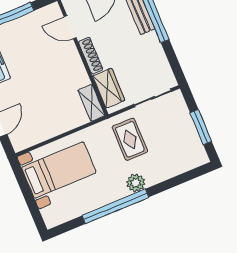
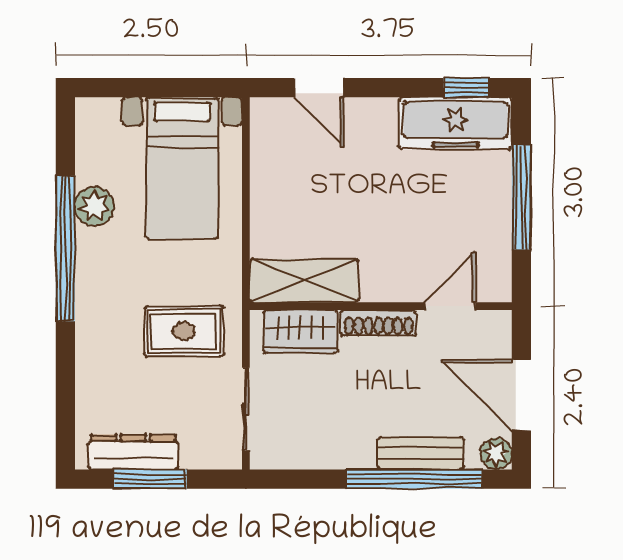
shelving: (91, 103) -> (304, 281), width x1.50, depth x1.33
dresser: (192, 139) -> (133, 452), added
plant: (136, 183) -> (94, 206), moved

